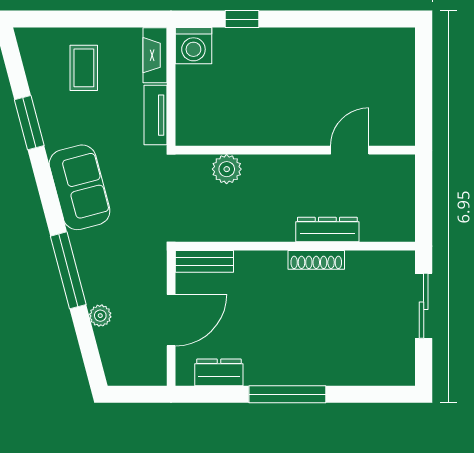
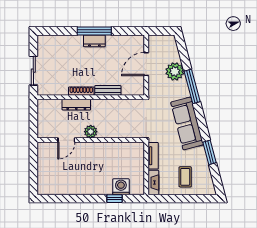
washing machine: (193, 46) -> (121, 187), moved
plant: (227, 169) -> (91, 132), moved
sofa: (80, 187) -> (187, 123), width x1.36
bench: (204, 261) -> (108, 90), moved
plant: (100, 316) -> (175, 71), width x1.87, depth x1.87
dresser: (219, 372) -> (94, 41), moved

